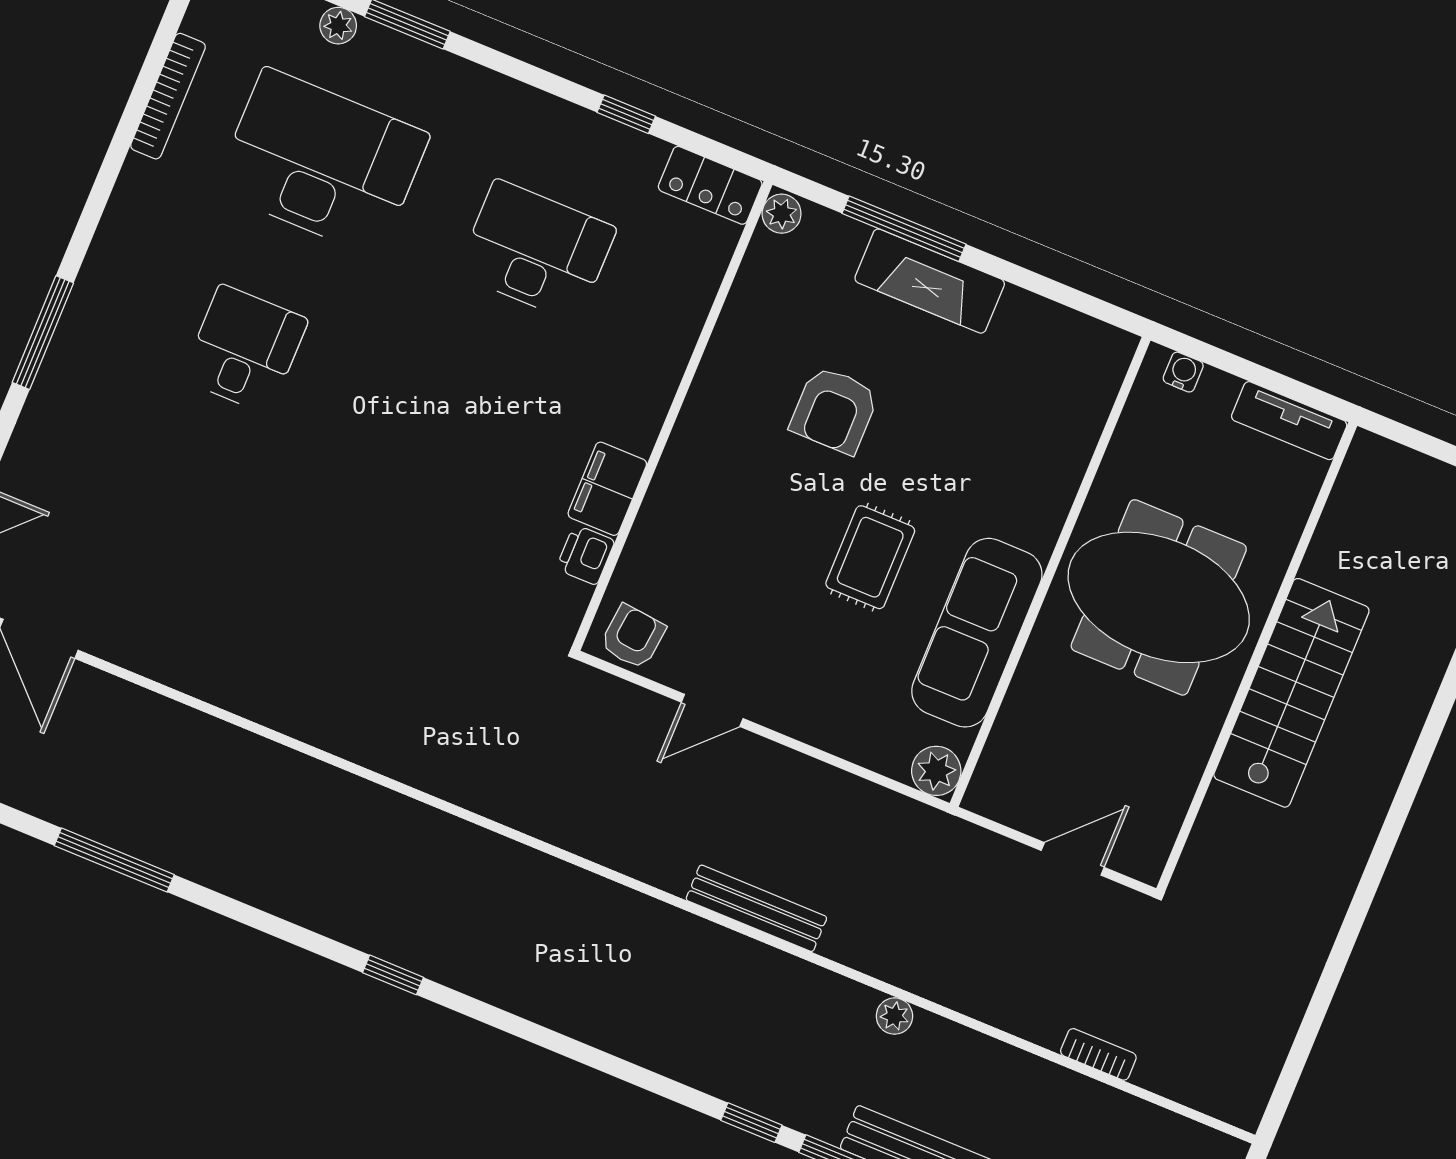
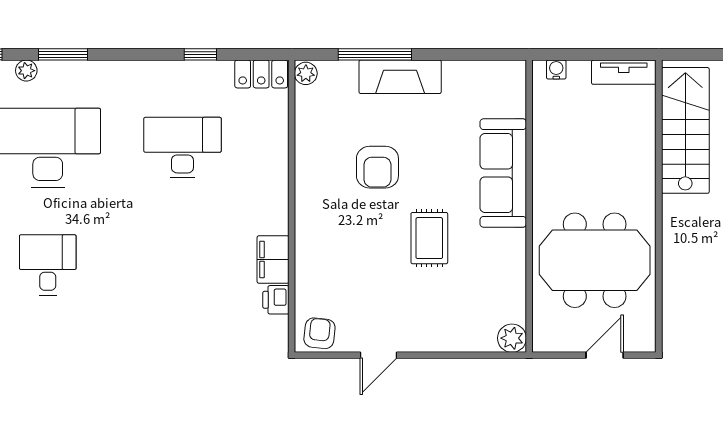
meeting table: (1159, 597) -> (595, 260), moved
sofa: (977, 633) -> (503, 173), moved
stairs: (1291, 693) -> (685, 130), moved

